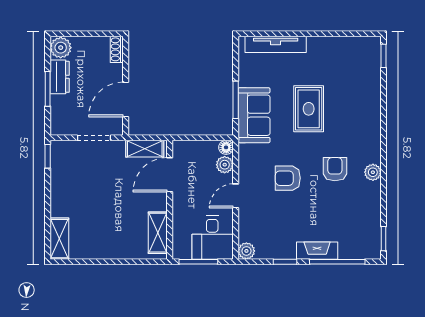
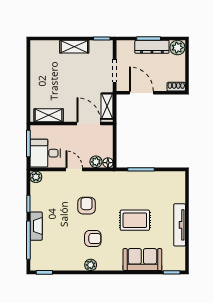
tv unit: (276, 44) -> (180, 225), moved
dresser: (60, 77) -> (152, 47), width x1.44
sofa: (254, 115) -> (142, 260), moved, turned 180
shelving: (59, 239) -> (74, 47), moved

